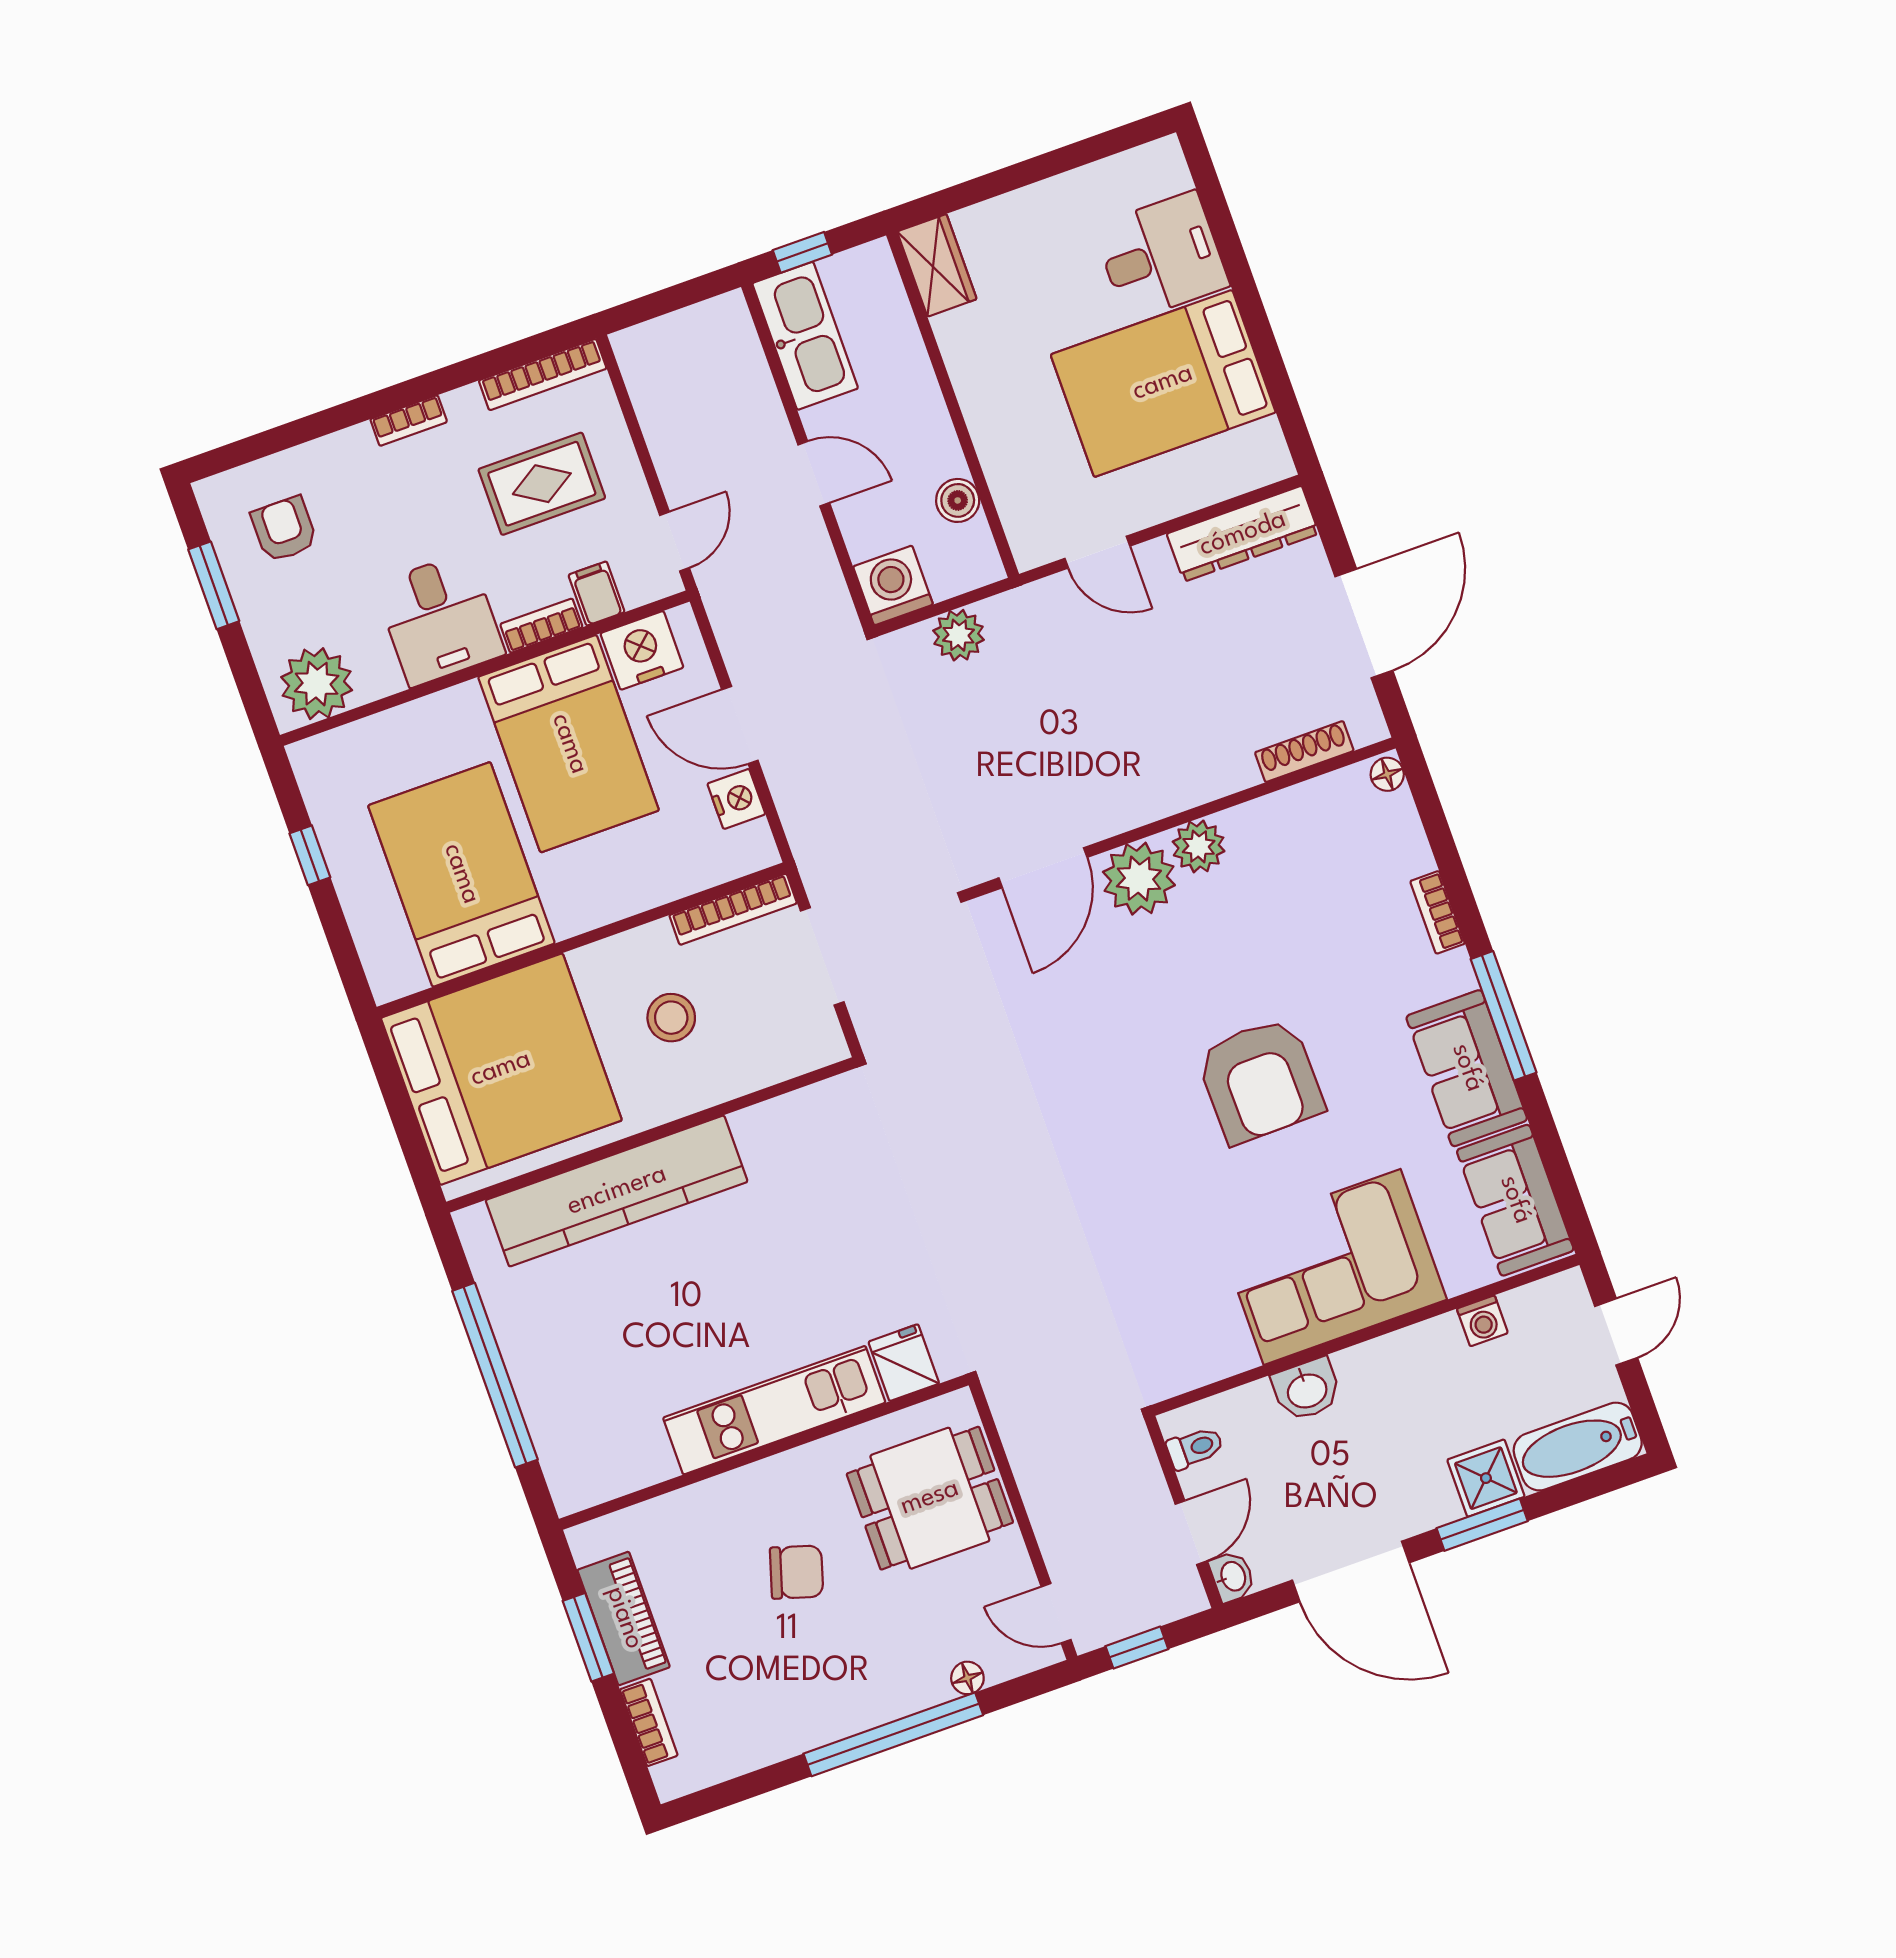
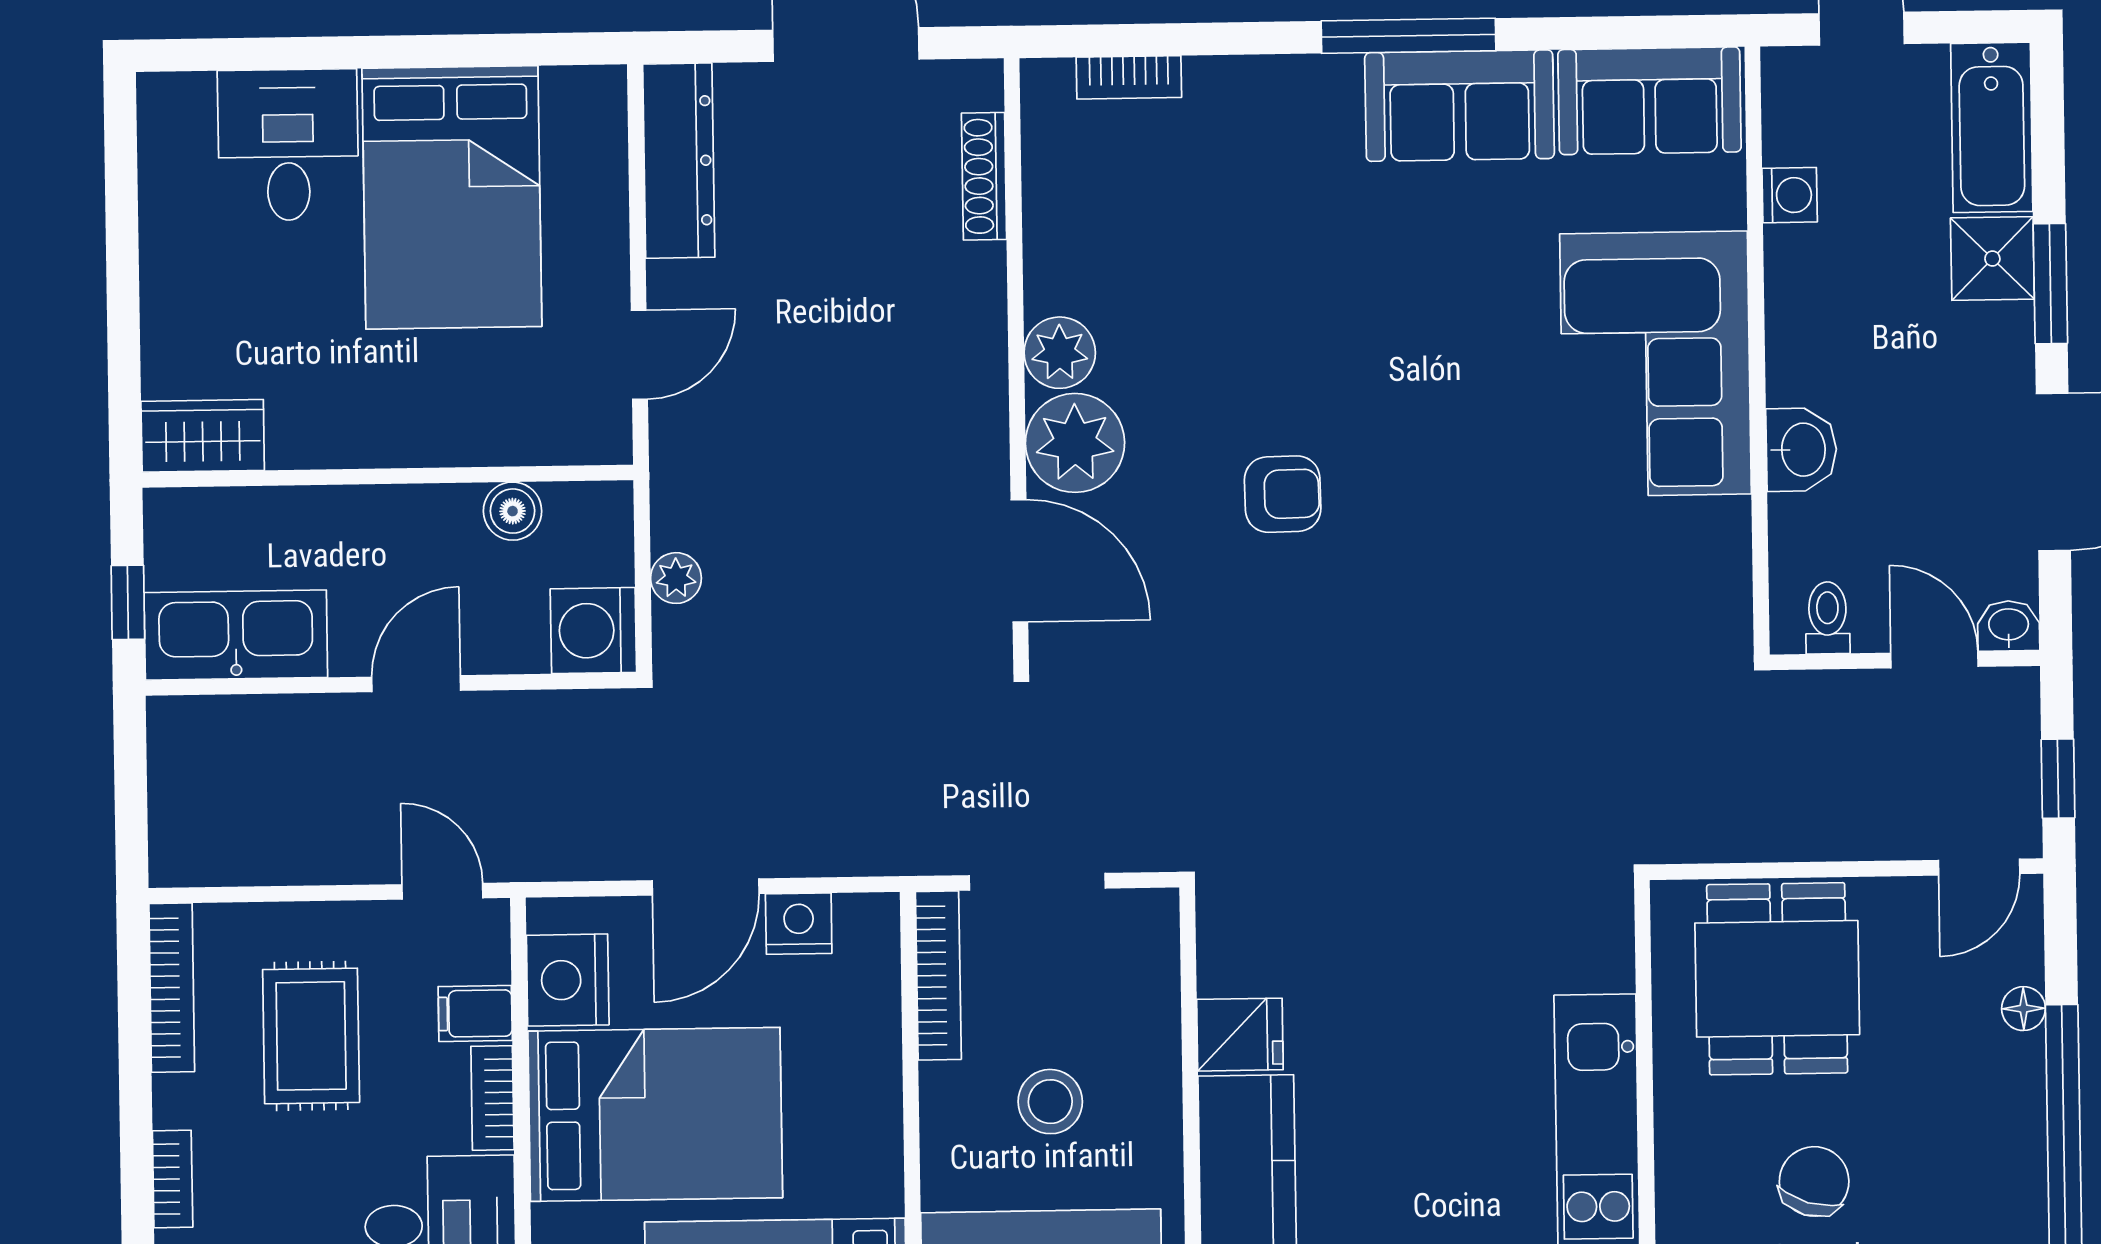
plant: (959, 635) -> (676, 578), width x0.73, depth x0.73
floor lamp: (1387, 774) -> (1049, 80), removed
bookcase: (1438, 912) -> (1129, 77), moved
armchair: (1260, 1080) -> (1283, 494), moved, width x0.53, depth x0.53
fridge: (904, 1363) -> (1240, 1035), moved, turned 180

